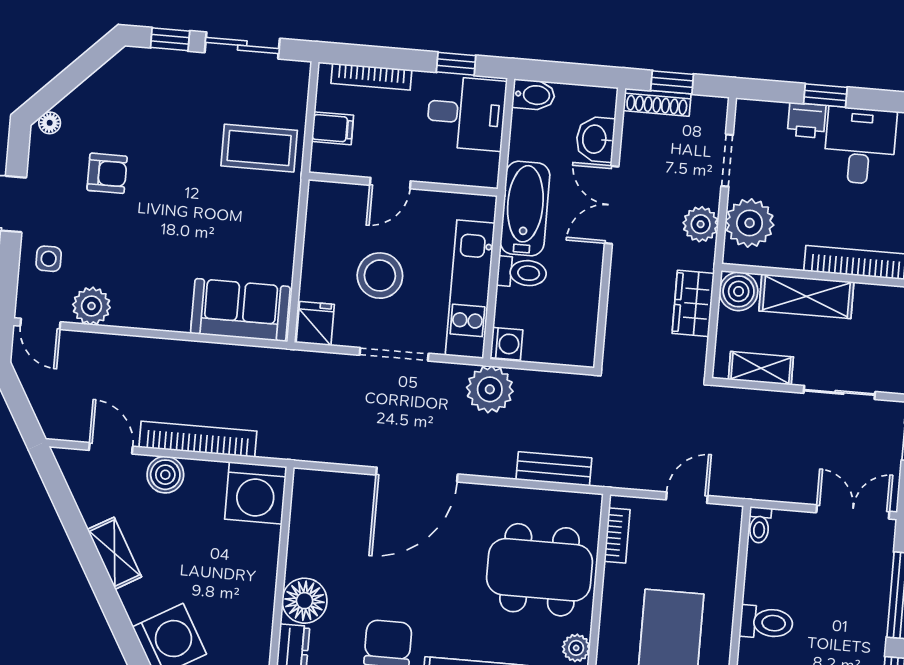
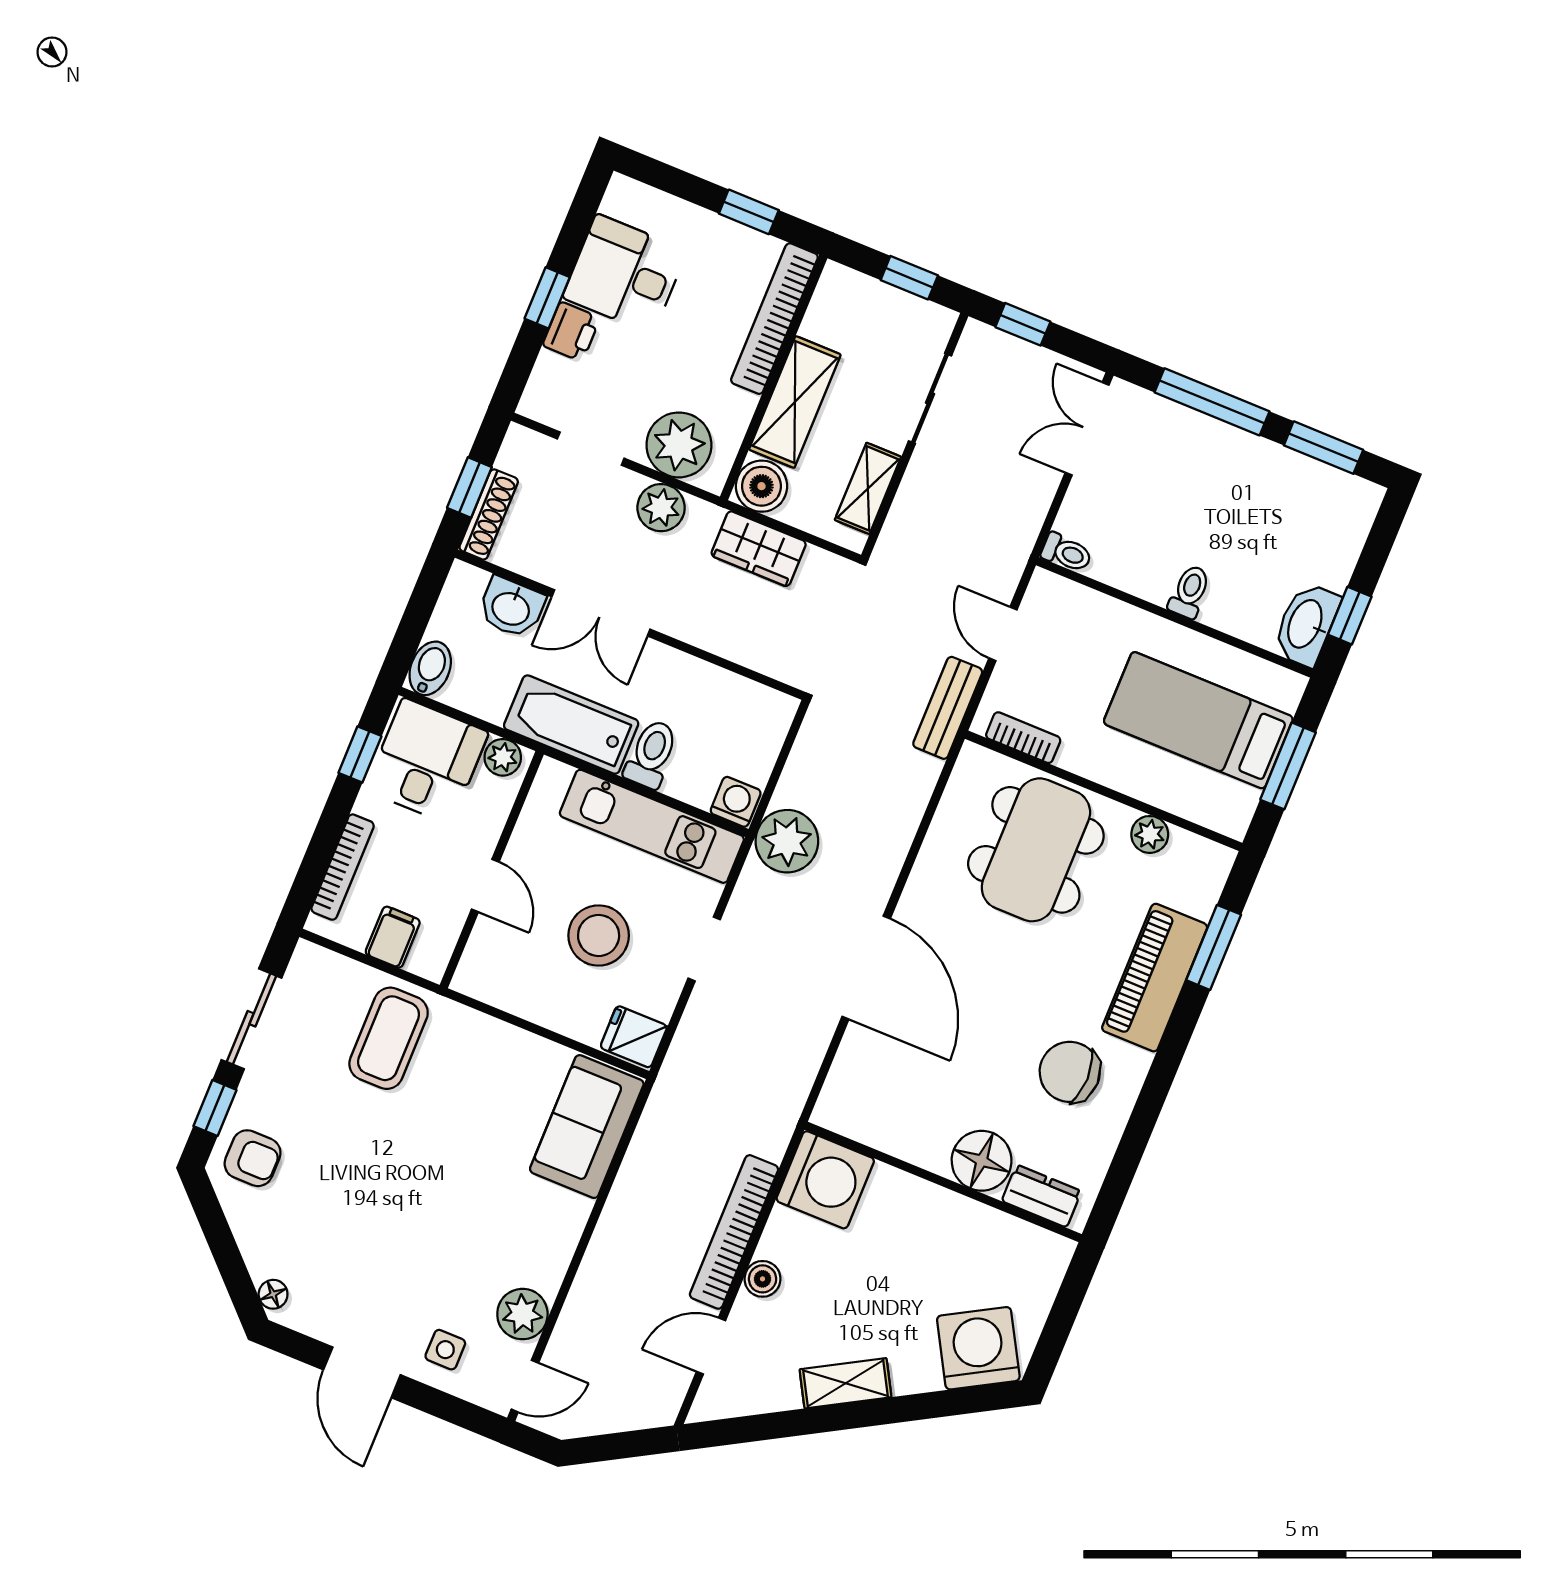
plant: (486, 167) -> (503, 757), added
armchair: (107, 173) -> (253, 1158), moved, turned 90
doorway: (394, 354) -> (704, 949), width x0.73
bench: (554, 469) -> (948, 708), moved
boiler: (165, 475) -> (763, 1279), width x0.73, depth x0.73
toilet: (766, 623) -> (1190, 592), width x0.73, depth x0.72

